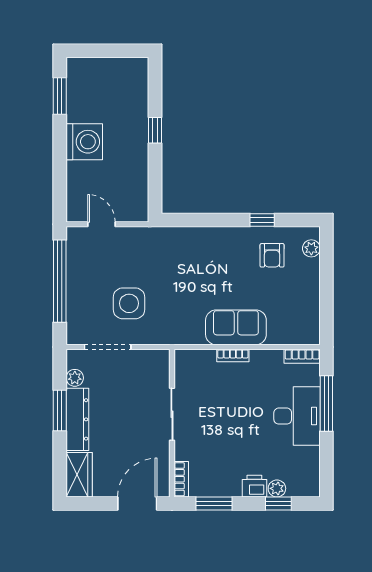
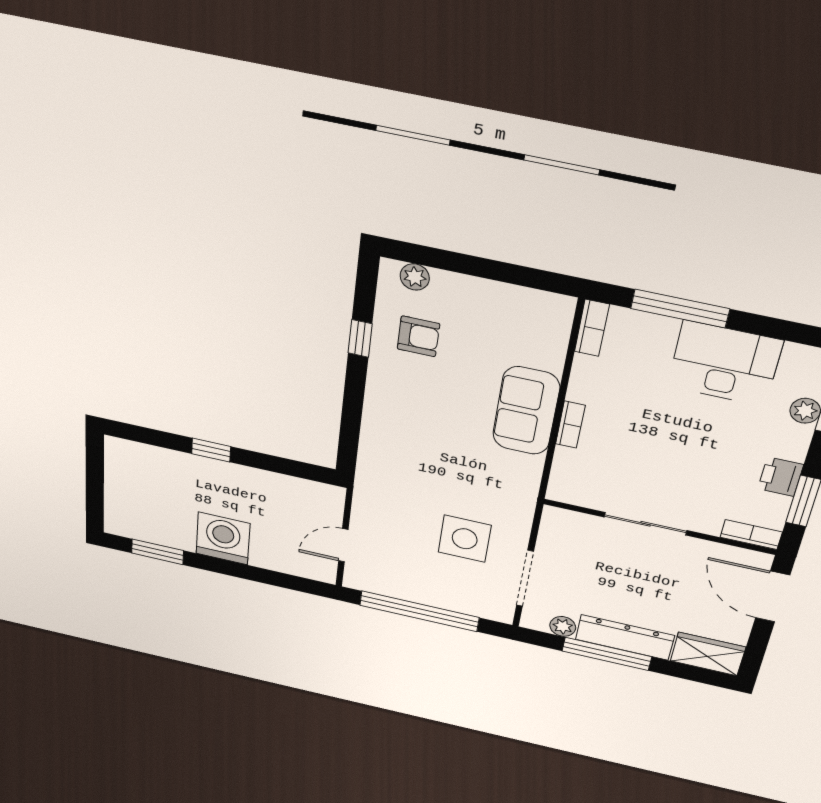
window: (60, 411) -> (607, 654), width x1.44
desk: (297, 416) -> (725, 363), moved
printer: (254, 486) -> (781, 477), moved

